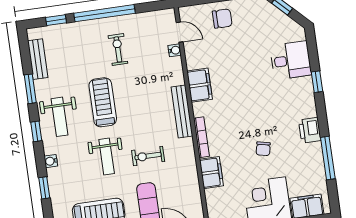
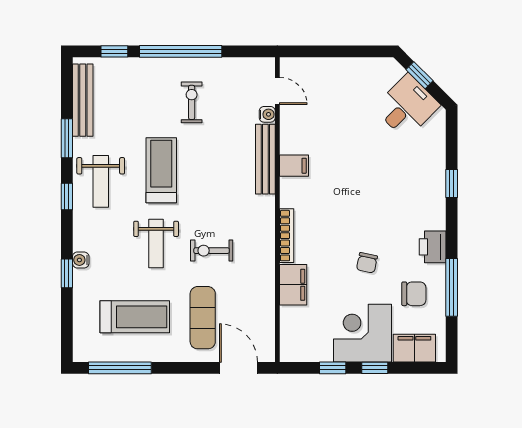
chair: (222, 19) -> (414, 294), moved
bench: (38, 59) -> (83, 100), width x1.36
desk: (291, 60) -> (407, 106), moved, turned -45
filing cabinet: (200, 85) -> (294, 166), width x0.50
bench: (182, 111) -> (265, 159), moved
water cooler: (51, 161) -> (81, 260), moved

